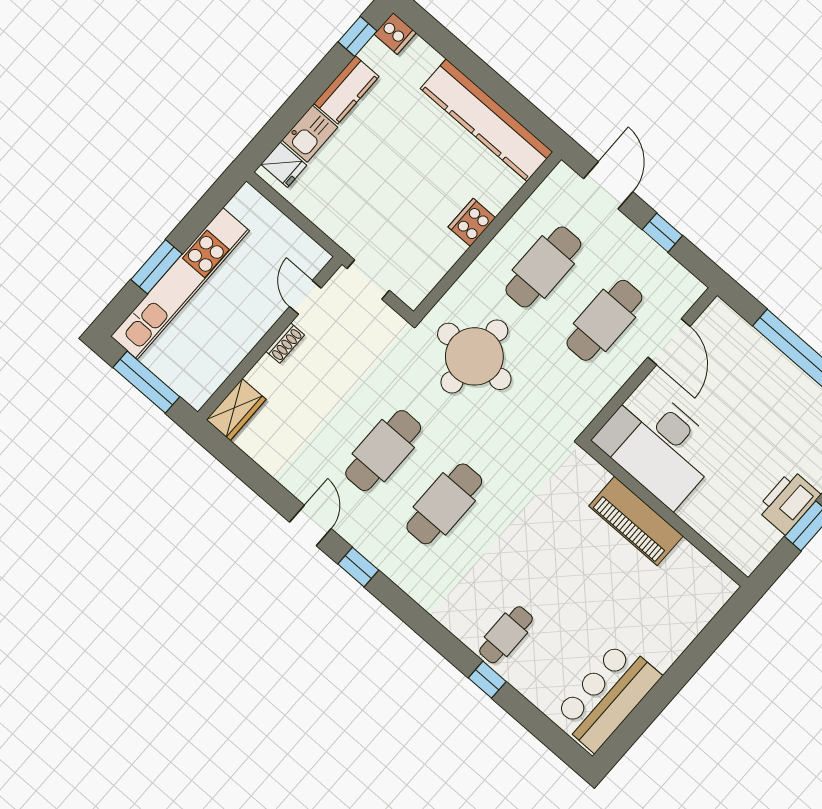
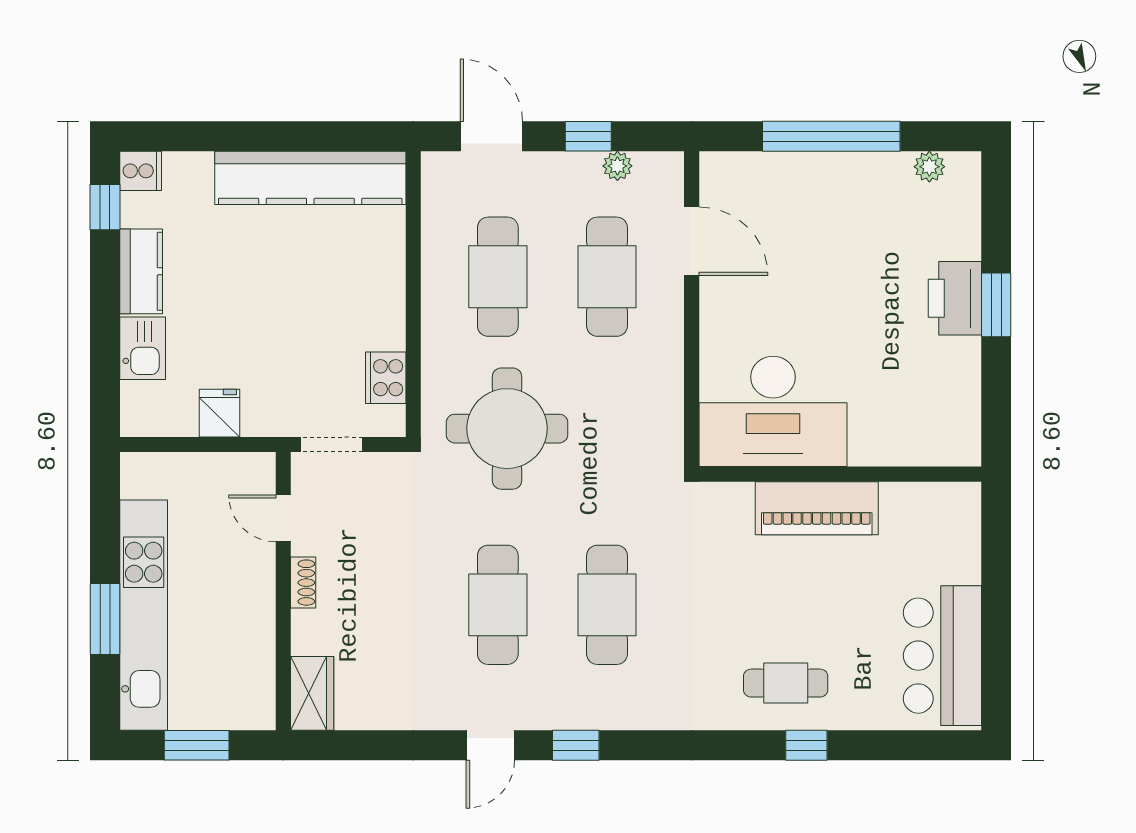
fridge: (284, 165) -> (219, 413), moved, turned -90
cooker: (472, 222) -> (386, 378), moved
plant: (664, 263) -> (617, 166), added
window: (146, 382) -> (197, 745), width x0.69
desk: (659, 445) -> (773, 411), moved
wall: (666, 513) -> (840, 474), moved
piano: (636, 521) -> (817, 508), moved
door: (310, 525) -> (490, 745), swing flipped
cafe table: (506, 635) -> (786, 683), turned 90

